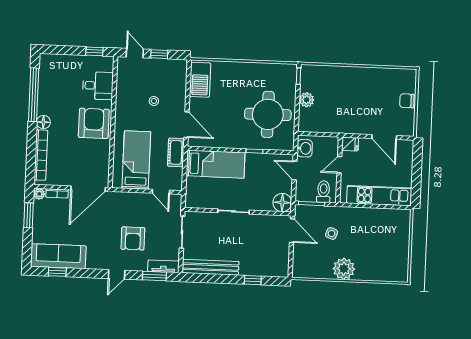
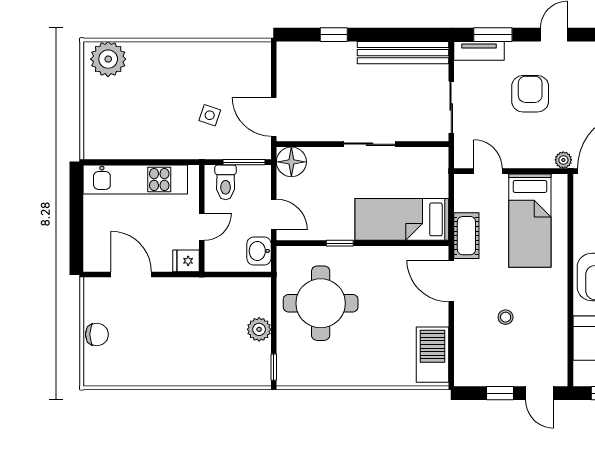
plant: (114, 197) -> (563, 160), added
plant: (344, 269) -> (108, 59), moved

